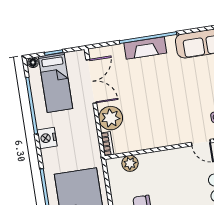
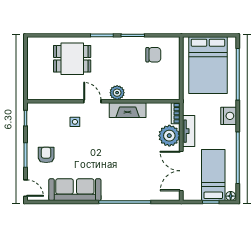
fireplace: (145, 48) -> (128, 110), moved, turned 180
tv unit: (90, 126) -> (189, 131), added
nightstand: (47, 138) -> (229, 116), moved
plant: (130, 163) -> (117, 93), moved

